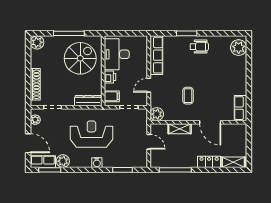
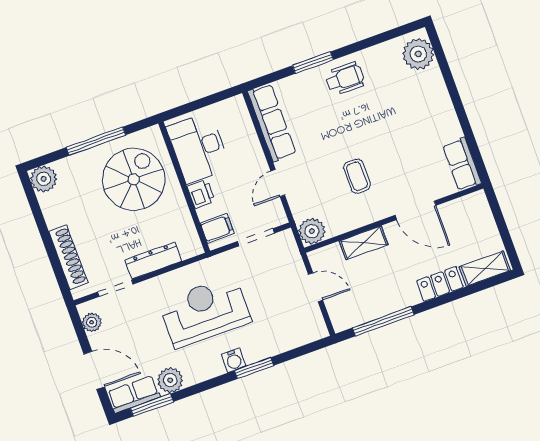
dresser: (88, 101) -> (153, 261), moved
window: (123, 170) -> (254, 368), moved

